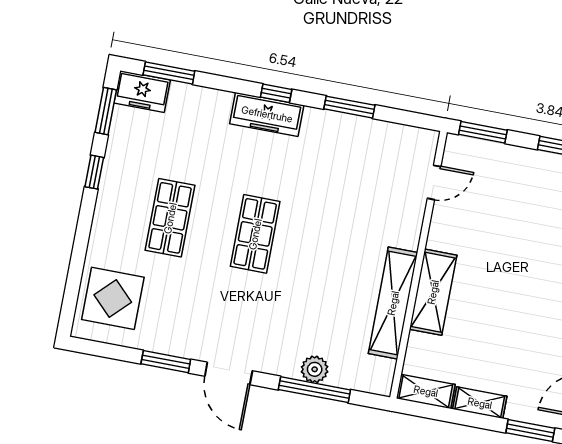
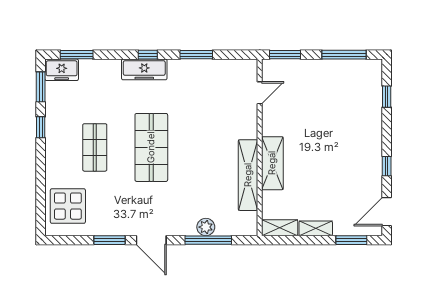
shop shelf: (255, 234) -> (151, 147), width x1.43, depth x1.36

